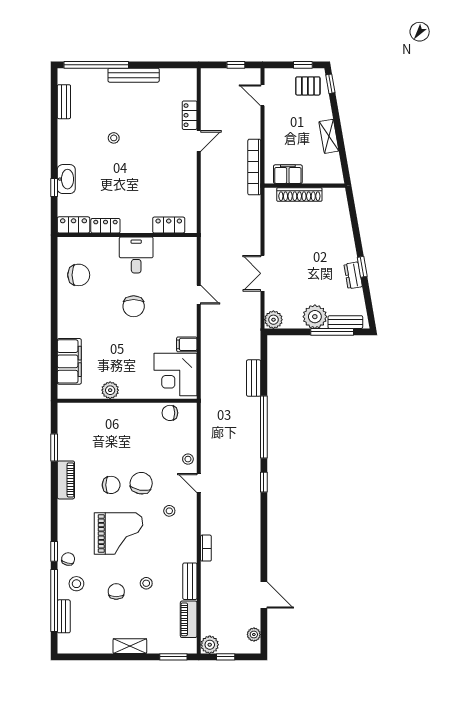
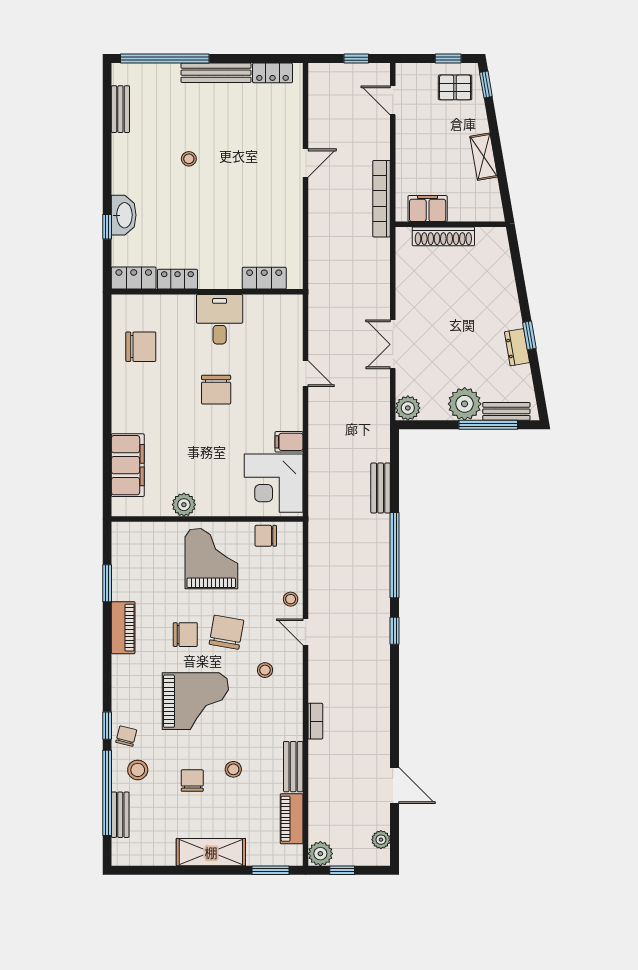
locker: (190, 115) -> (273, 73), moved, turned -90
grand piano: (130, 430) -> (211, 559), added
shelving: (130, 646) -> (211, 852), width x1.50, depth x1.33

